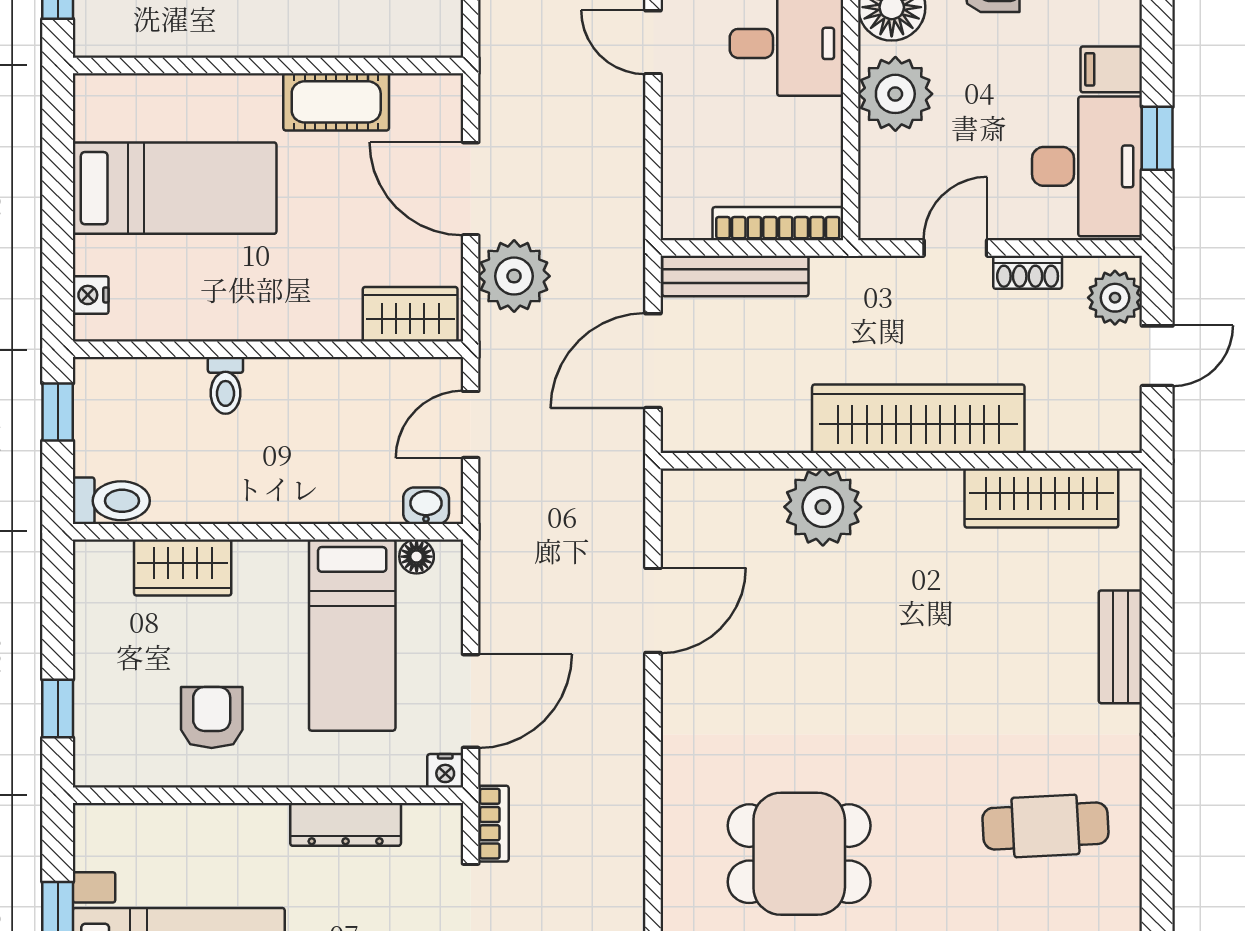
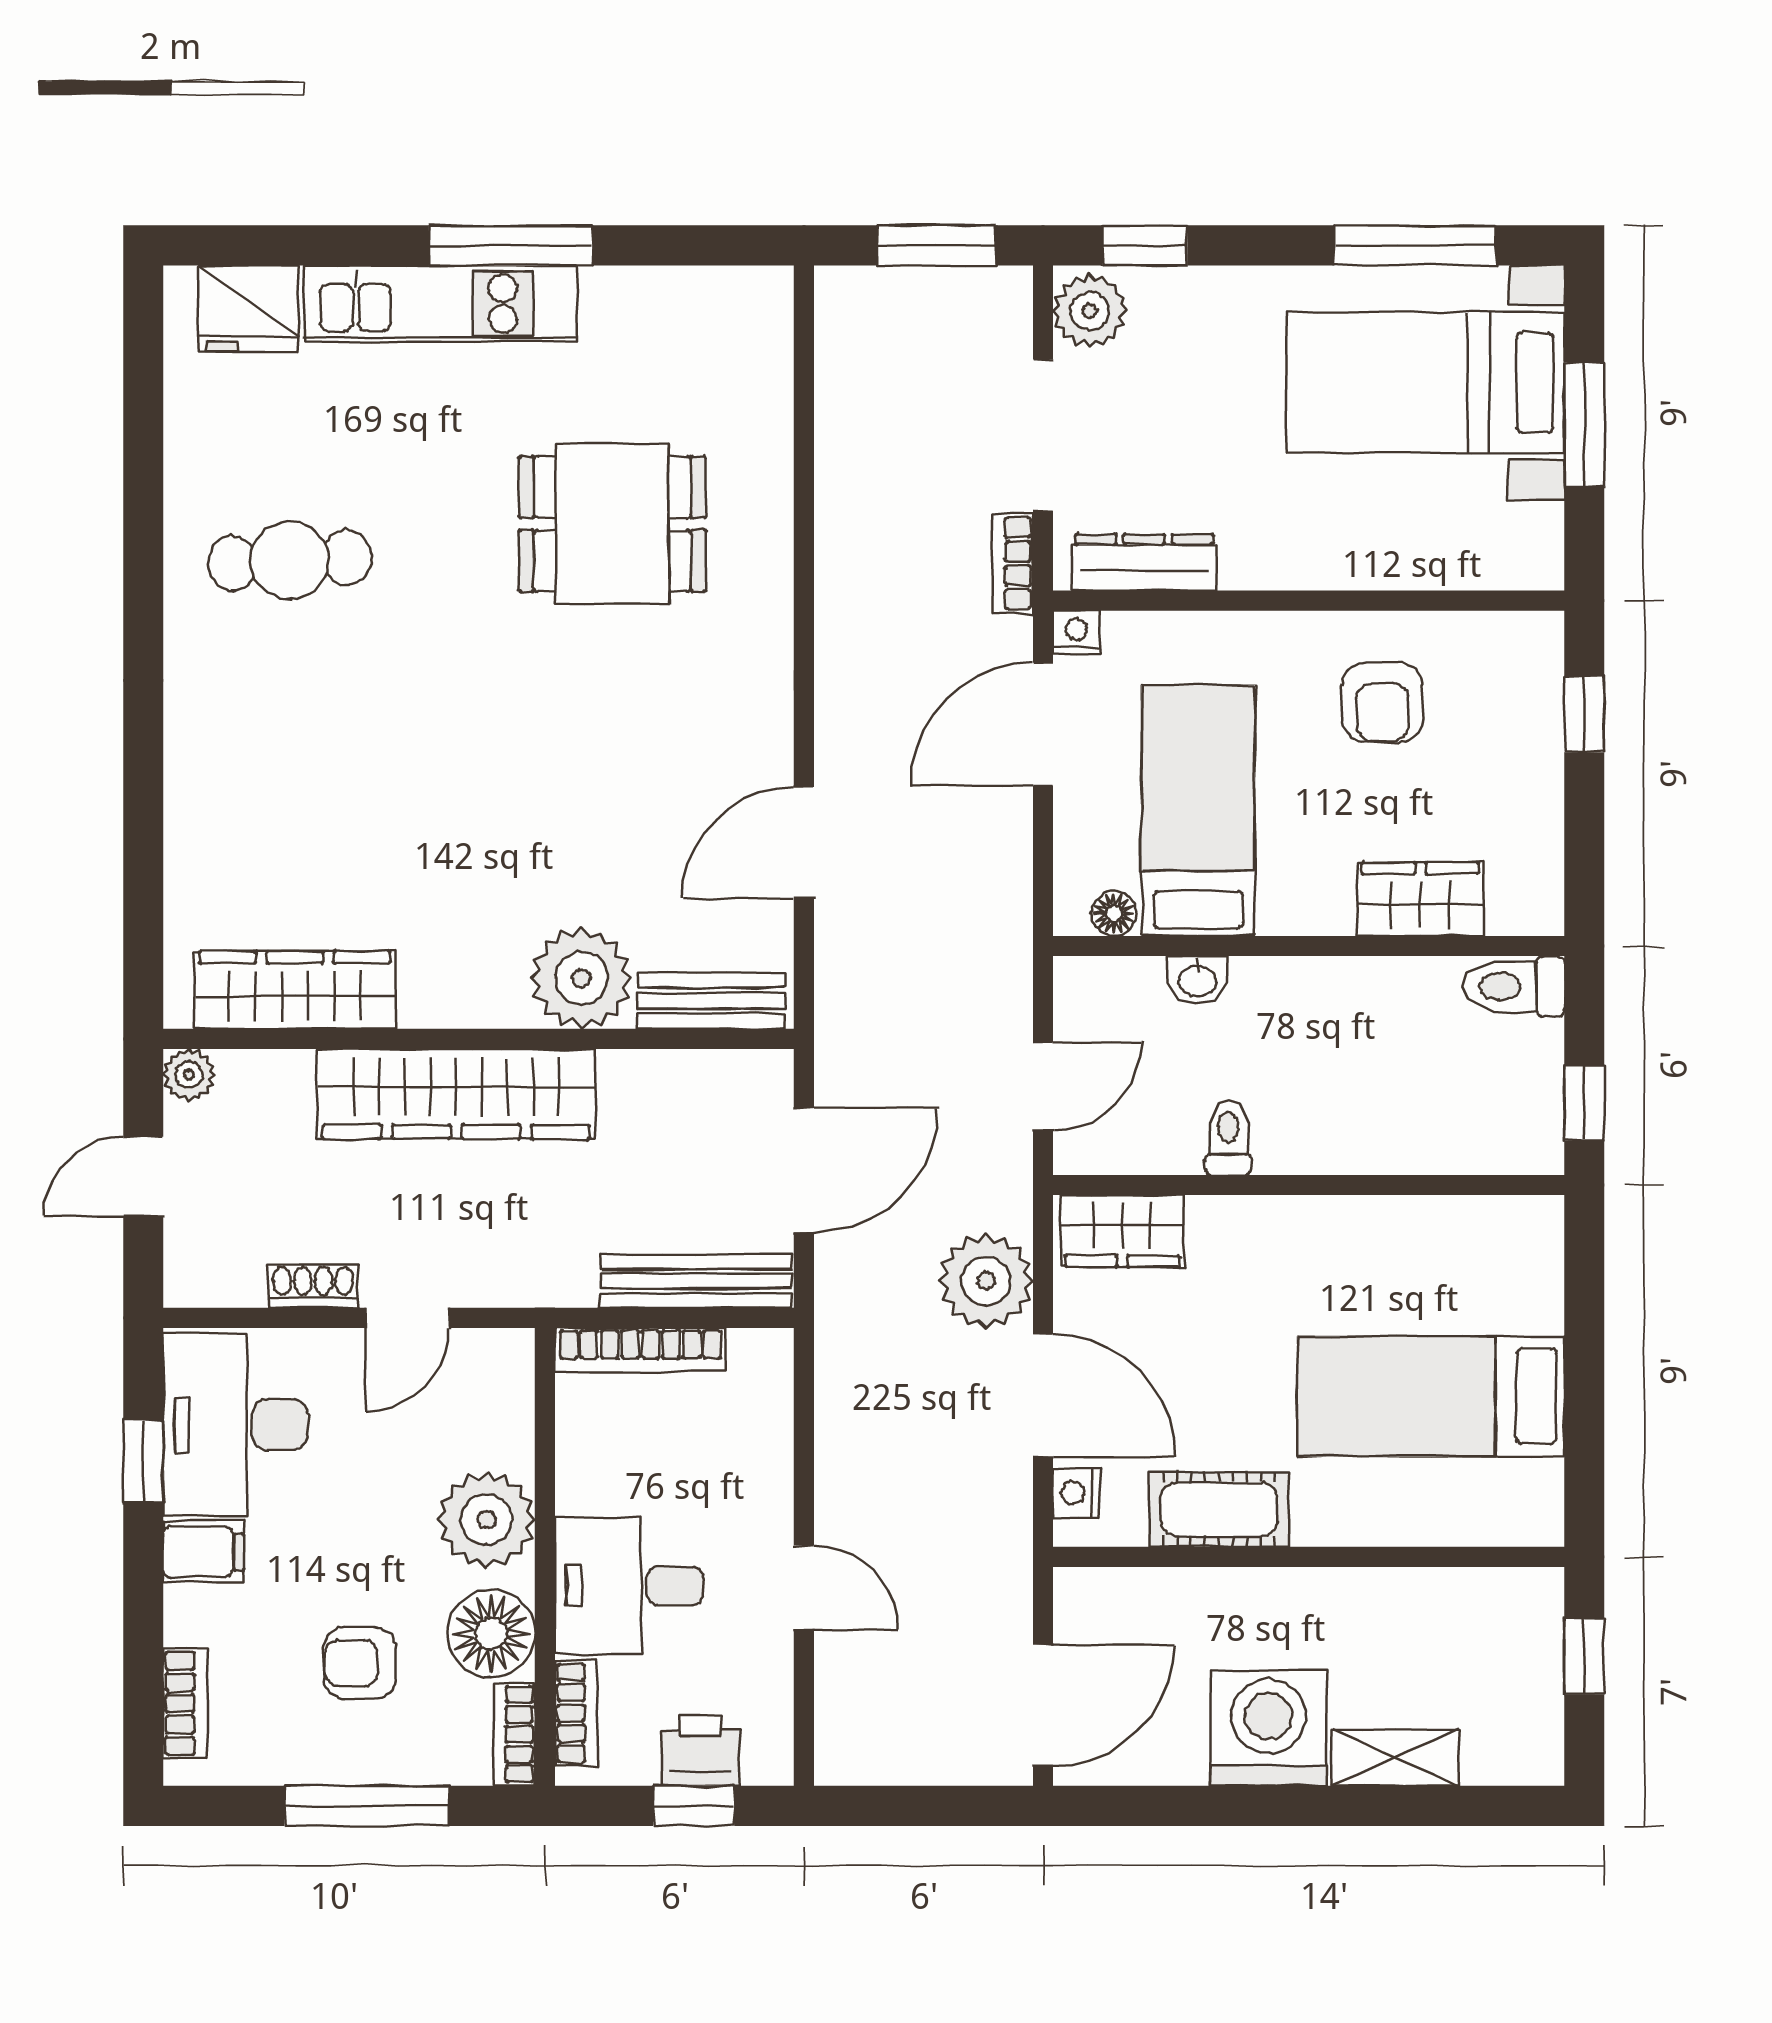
nightstand: (91, 295) -> (1076, 1493), moved, turned 180
plant: (1115, 298) -> (189, 1075), moved, width x0.73, depth x0.73
toilet: (225, 385) -> (1228, 1138), moved
washbasin: (426, 506) -> (1197, 980), moved
bench: (1120, 647) -> (711, 1001), moved, turned 90
dresser: (346, 824) -> (1144, 562), moved

